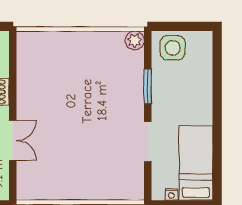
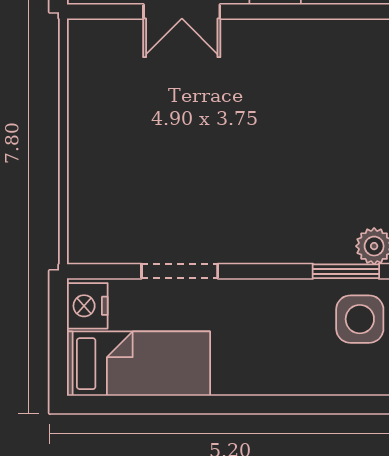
window: (148, 86) -> (346, 271), moved
nightstand: (171, 194) -> (87, 306), width x1.89, depth x1.79

